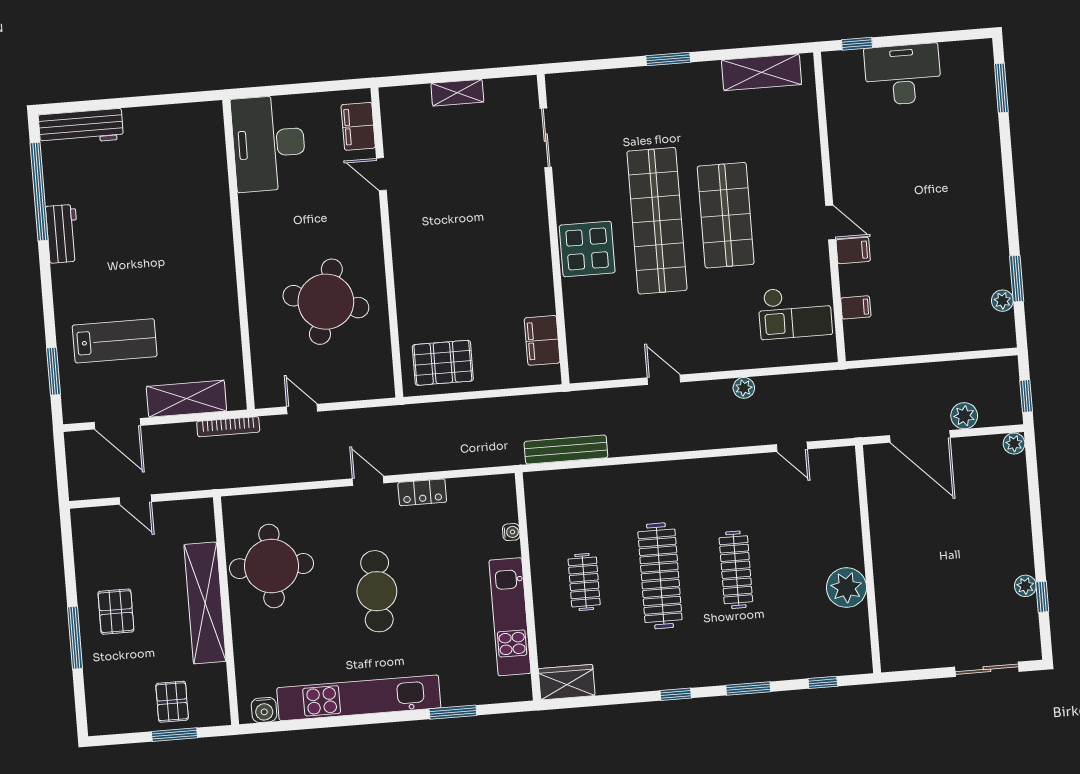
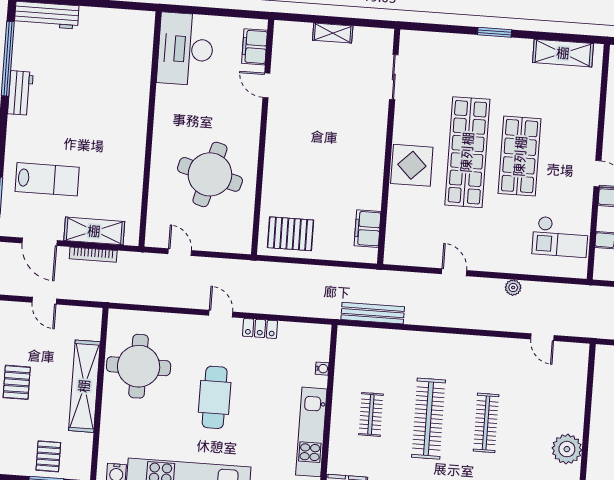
bookcase: (228, 427) -> (93, 255), moved

